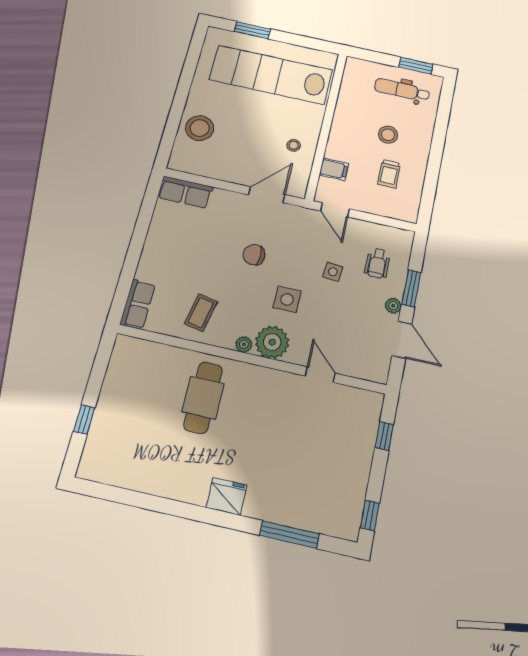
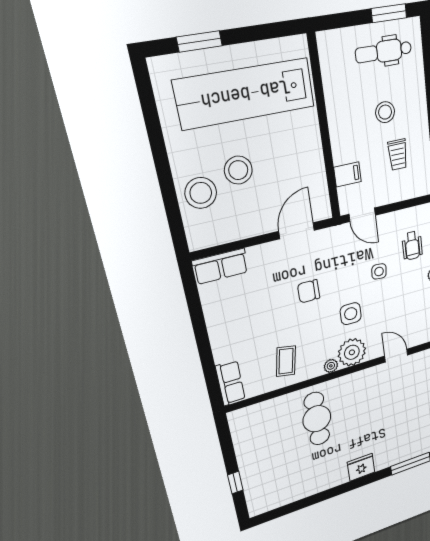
stool: (294, 145) -> (238, 170), moved, width x1.89, depth x1.89

